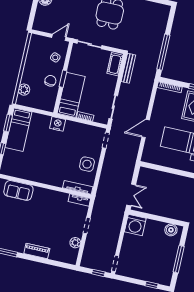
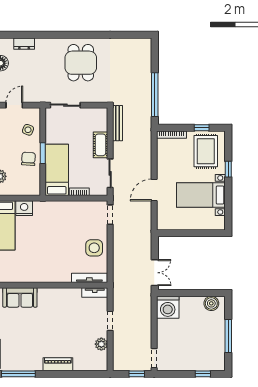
door: (59, 37) -> (14, 105), moved
cot: (115, 64) -> (101, 145), moved
nightstand: (58, 124) -> (24, 208), moved

